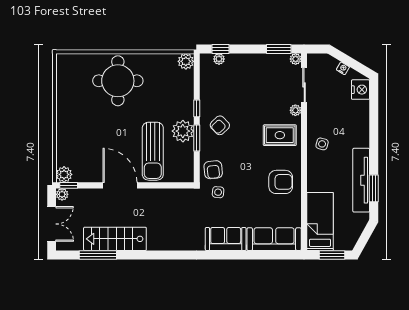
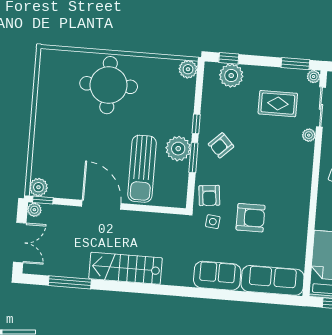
plant: (219, 59) -> (231, 76), width x1.88, depth x1.88
rug: (280, 135) -> (278, 104), moved
armchair: (281, 182) -> (251, 218), moved
stairs: (115, 239) -> (126, 268), moved

